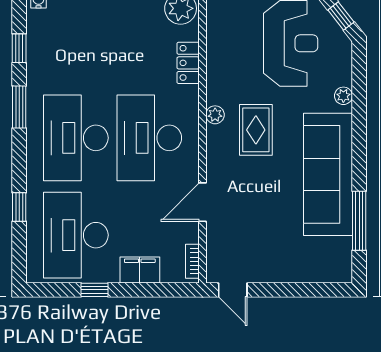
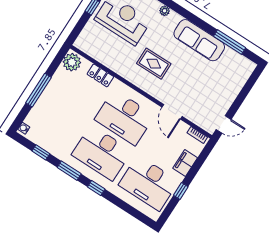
plant: (215, 115) -> (134, 79), removed
sofa: (328, 174) -> (199, 40), width x0.74, depth x0.79
window: (19, 207) -> (96, 188), moved

